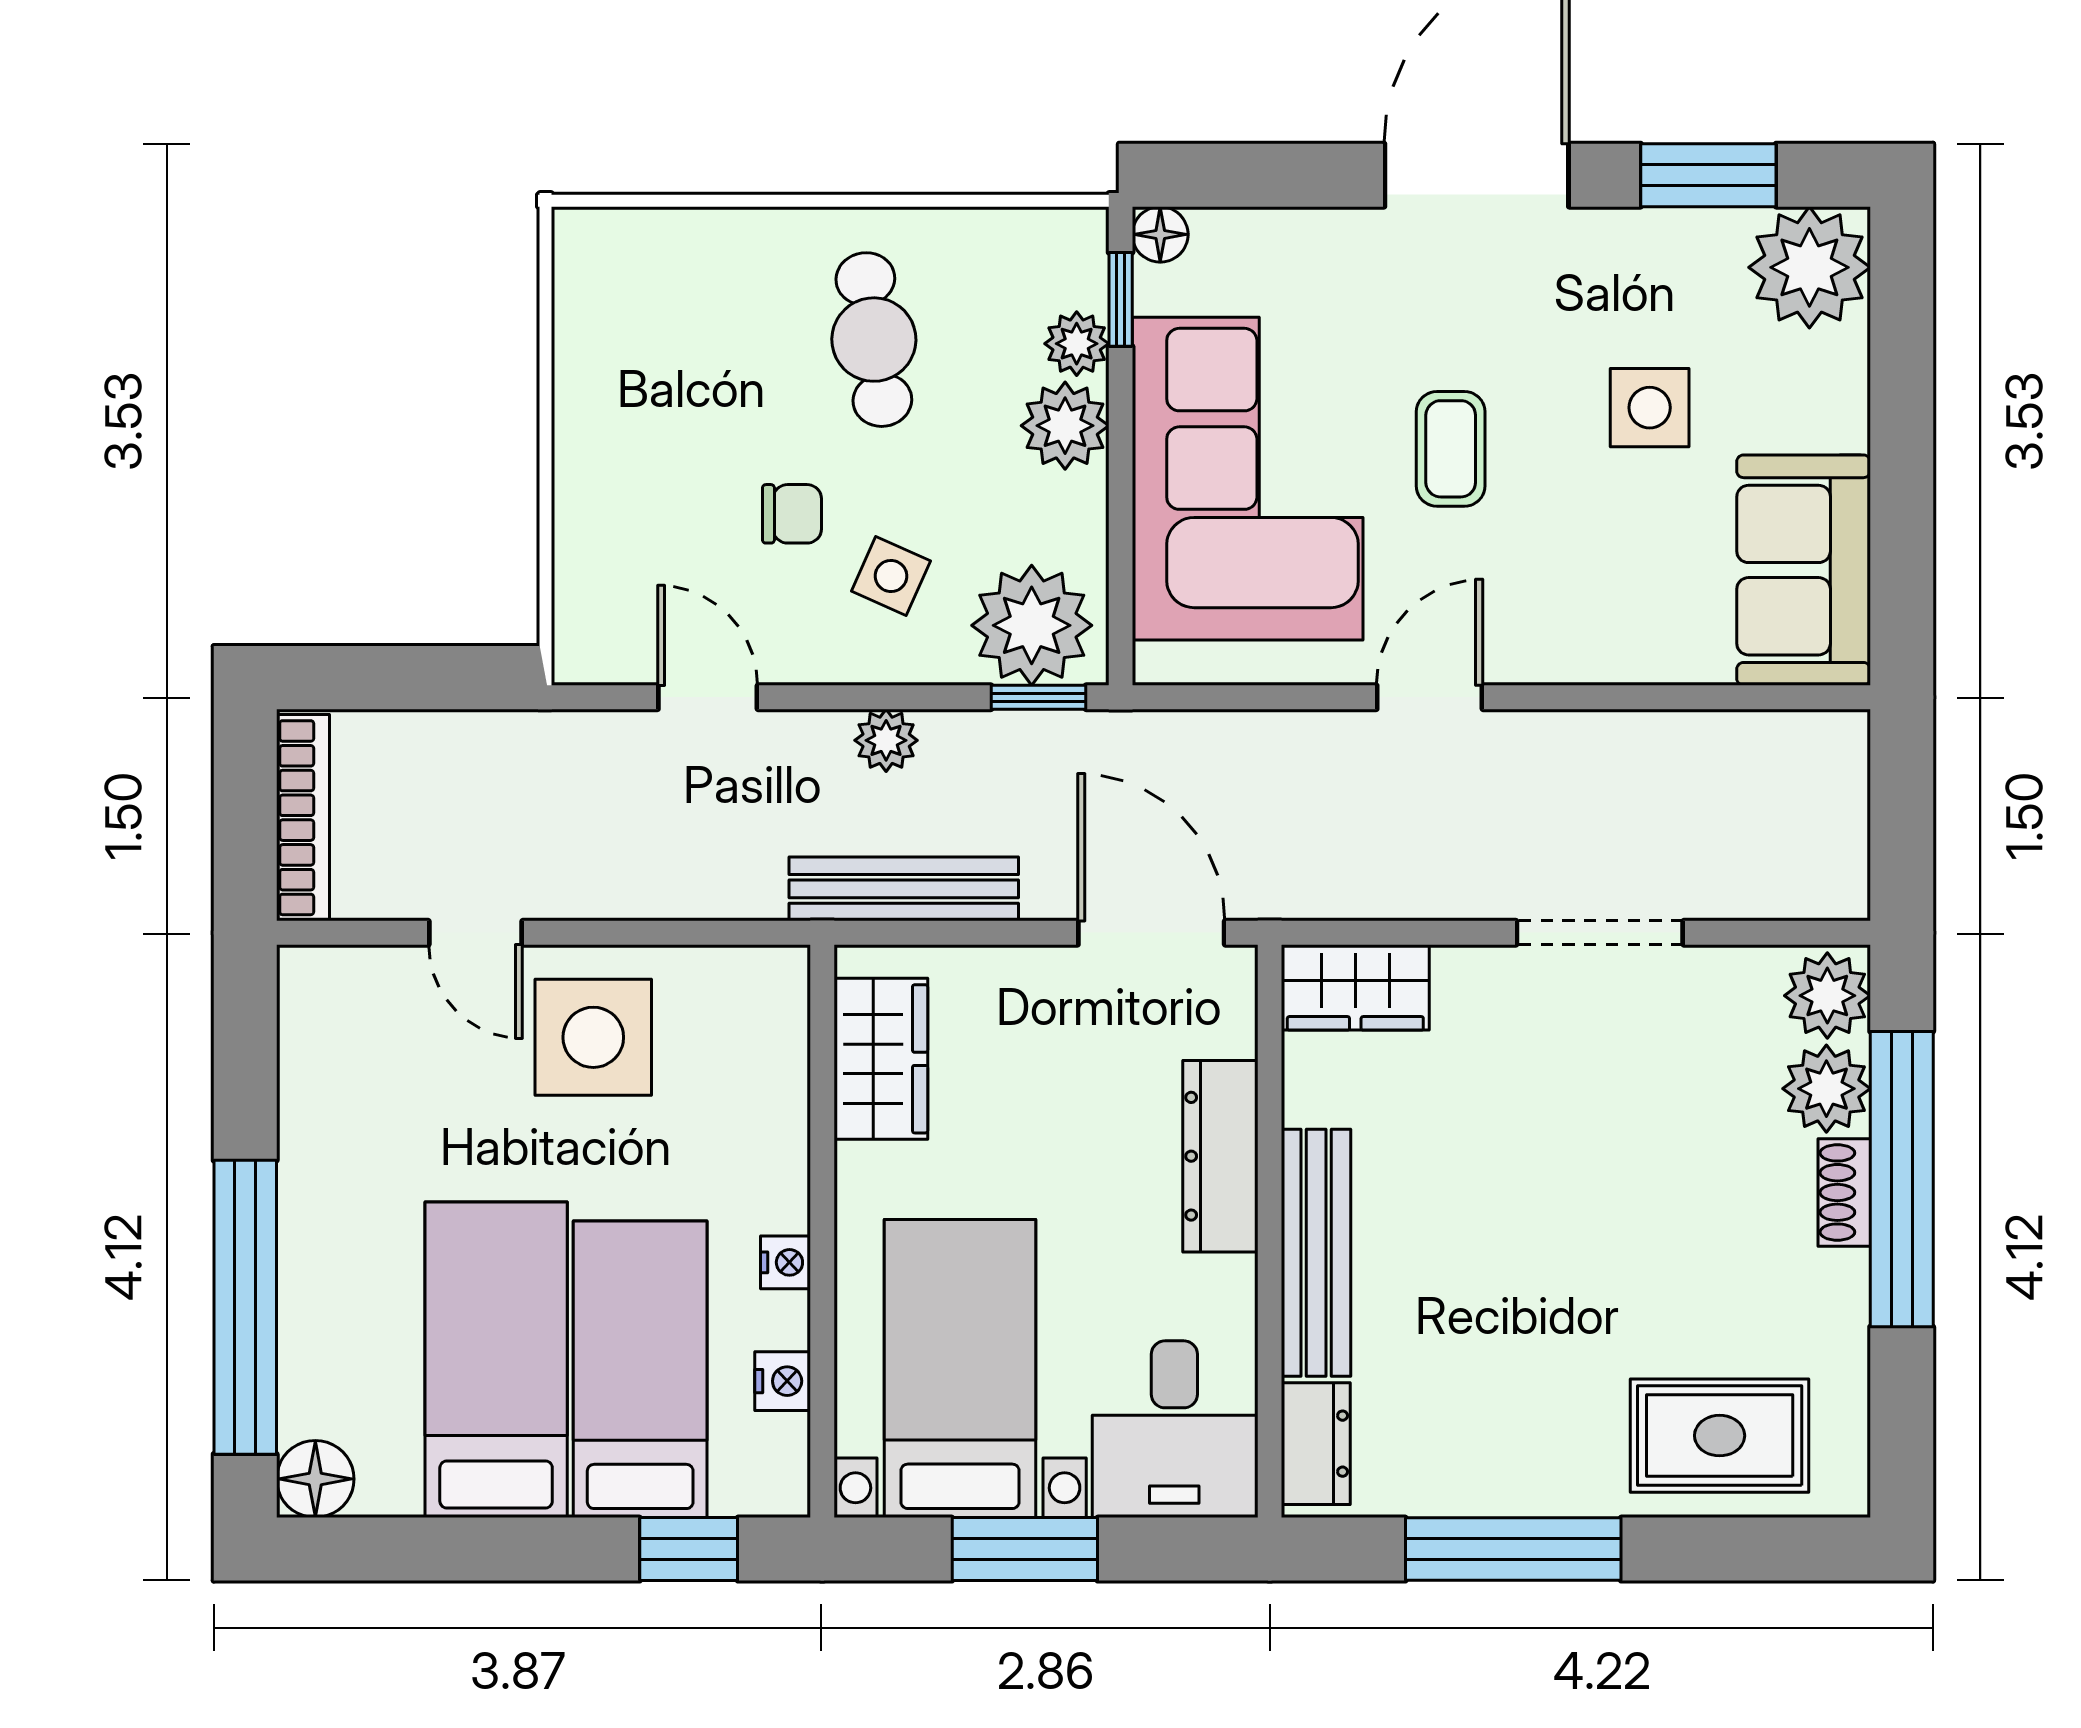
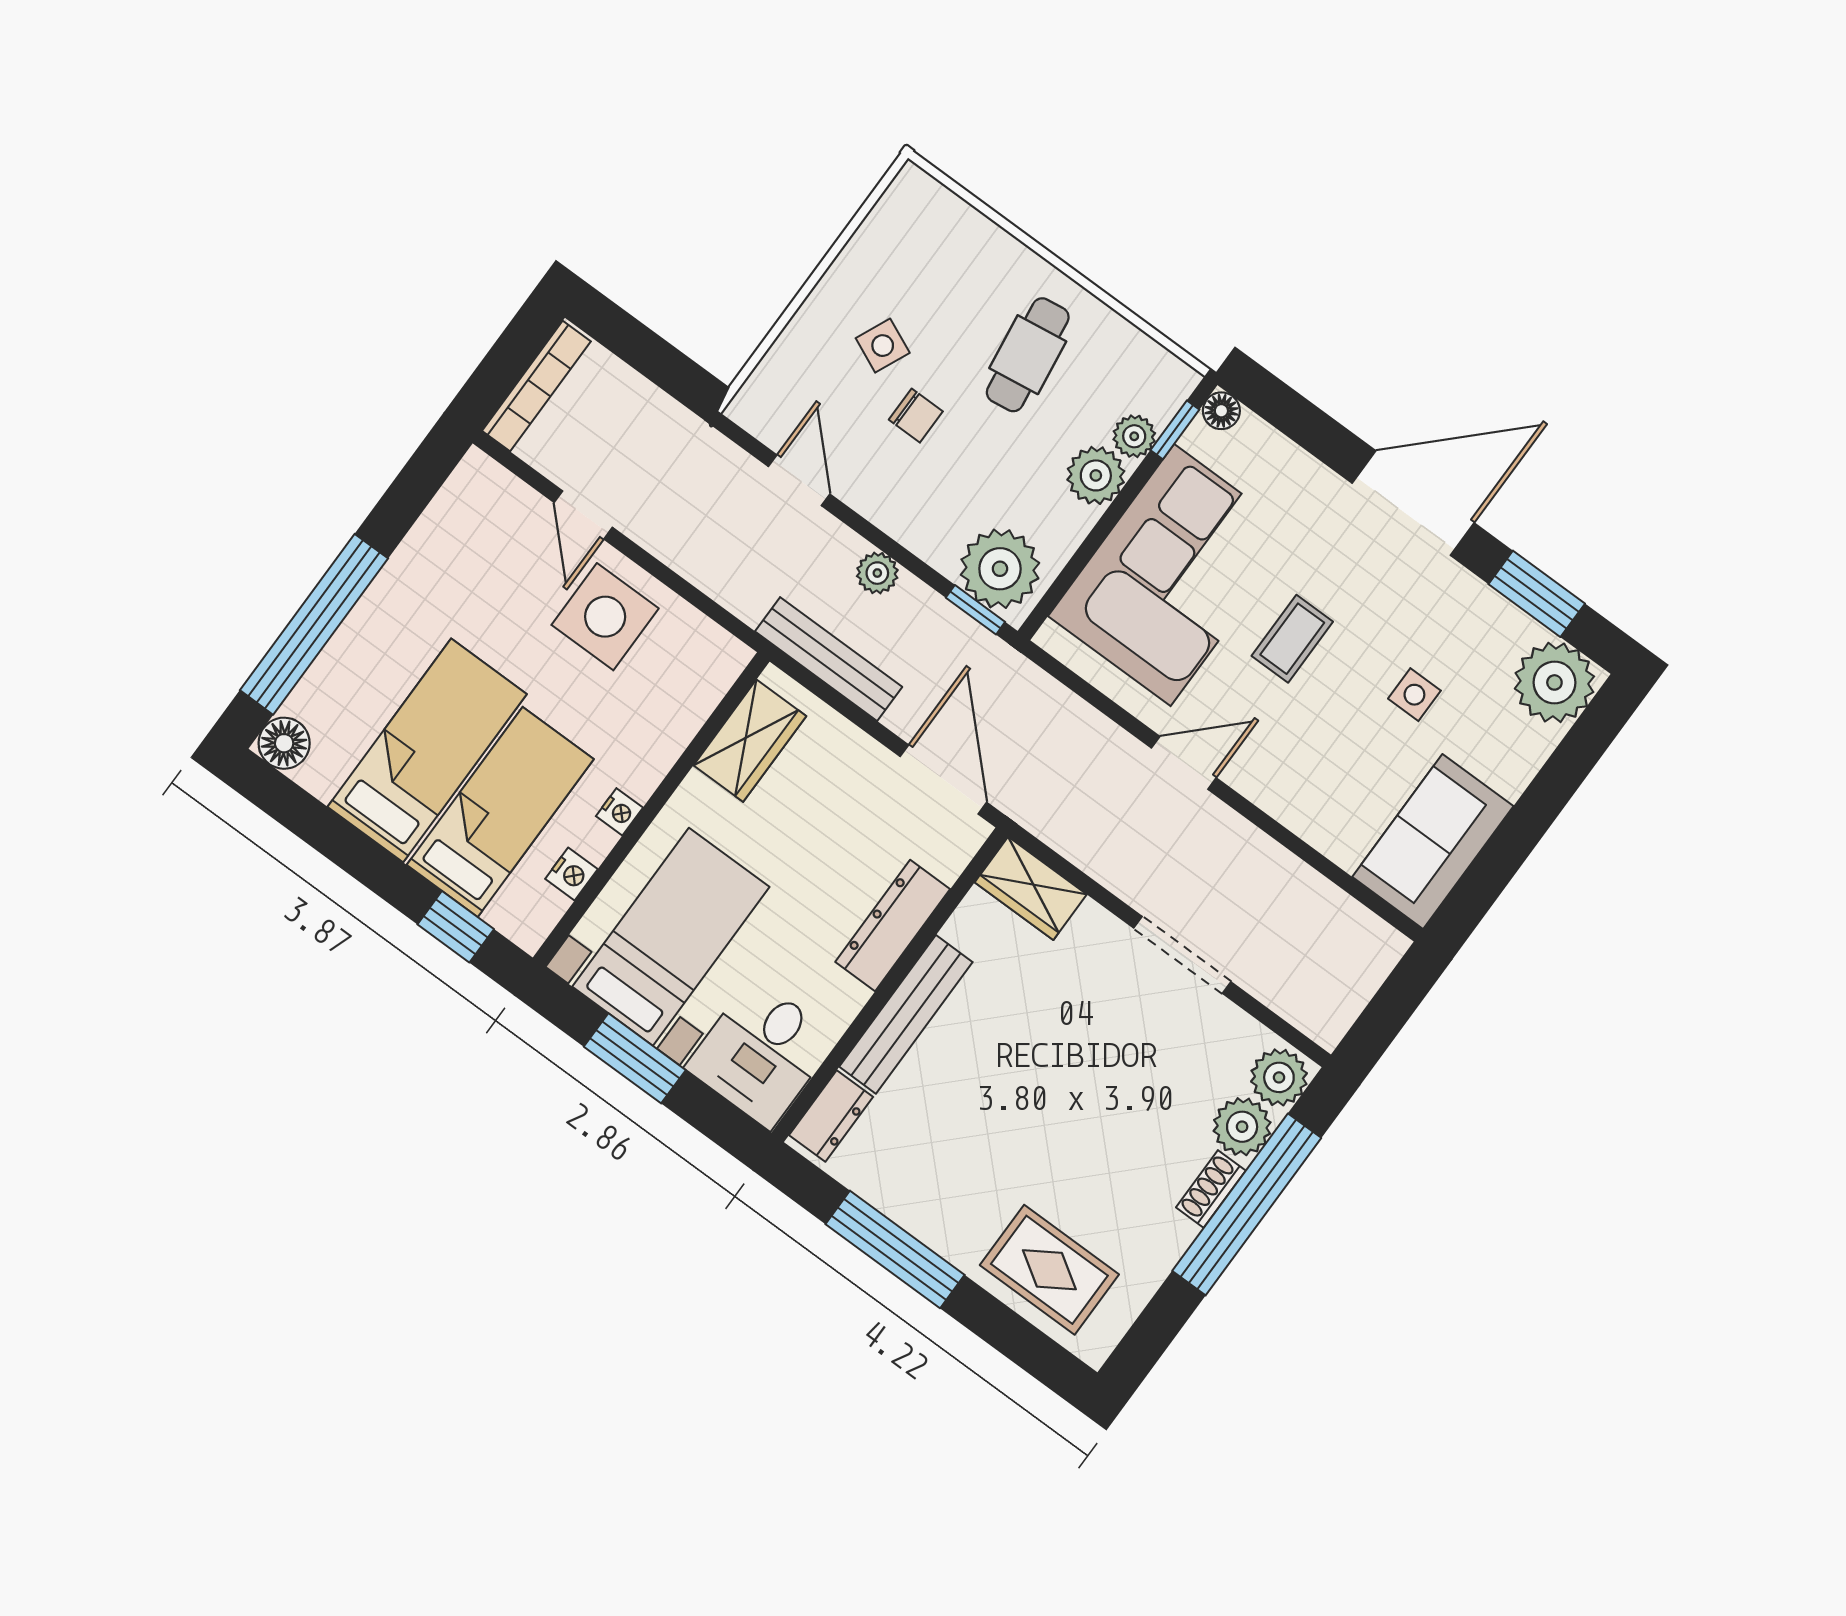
side table: (1650, 408) -> (1414, 695), width x0.73, depth x0.73
side table: (891, 576) -> (883, 346), moved

